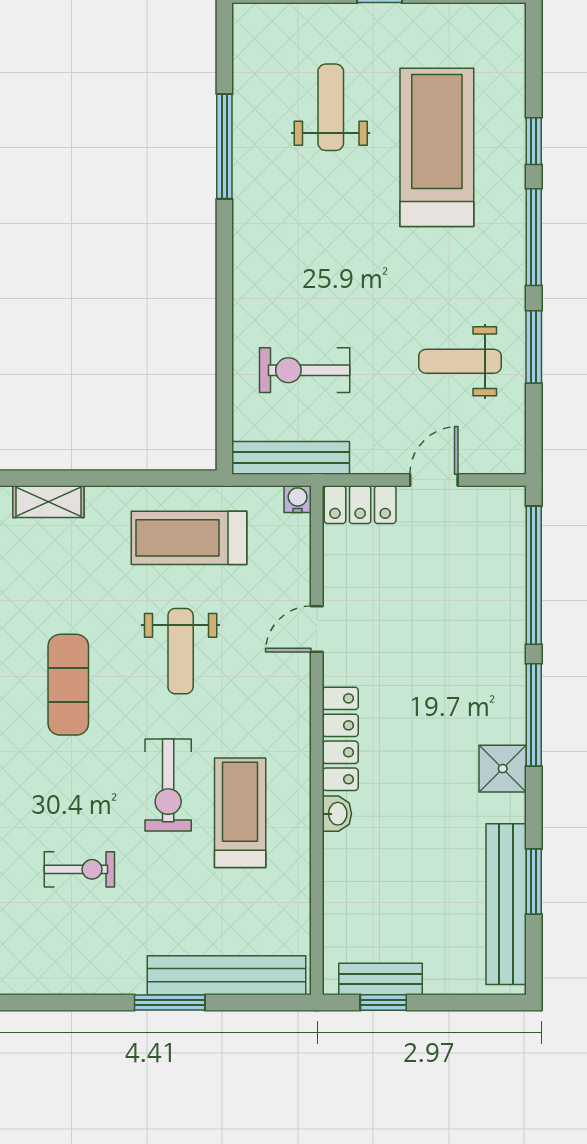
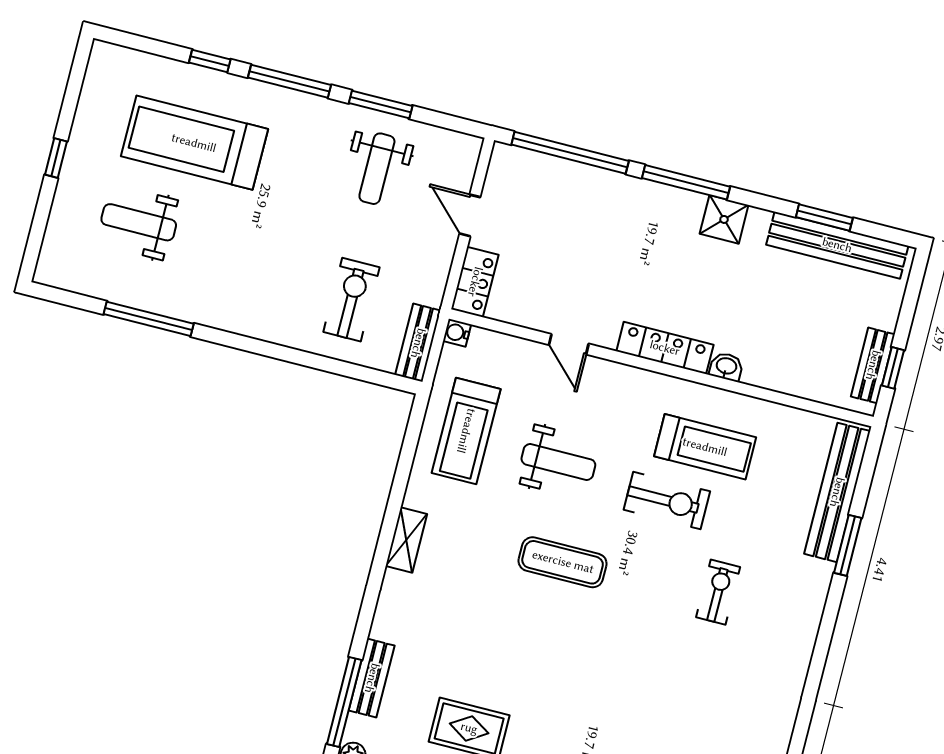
exercise bike: (305, 370) -> (351, 300), turned 180
bench: (291, 458) -> (418, 343), width x0.73
treadmill: (240, 813) -> (705, 447), turned 180

